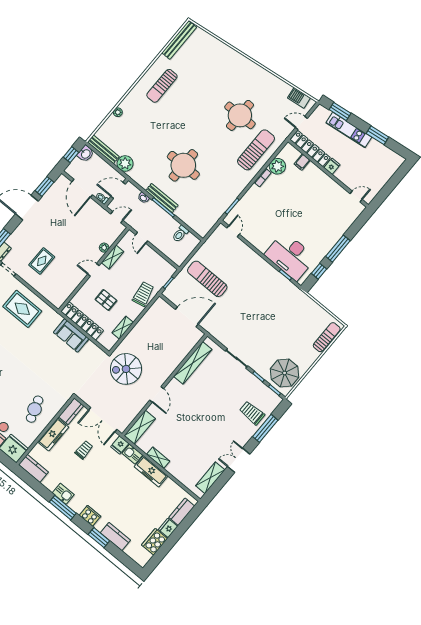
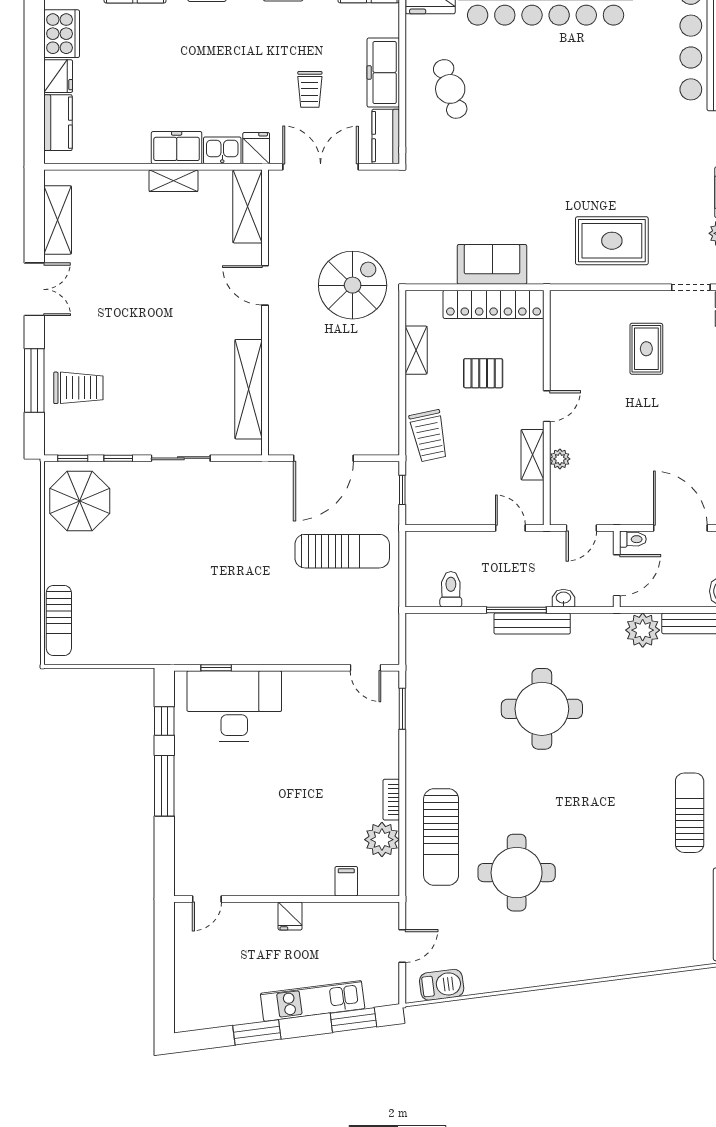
locker: (310, 149) -> (352, 915), removed
freezer: (151, 471) -> (177, 148), width x0.71

